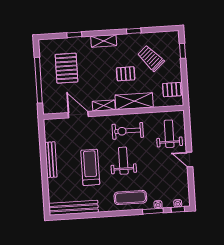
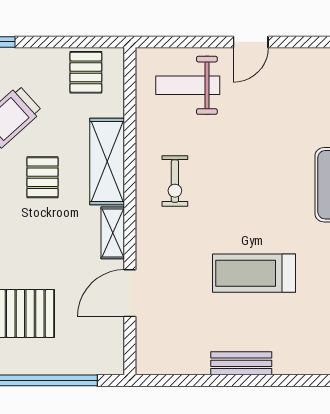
exercise bike: (128, 131) -> (175, 181), width x0.73, depth x0.72
bench: (51, 160) -> (241, 363), width x0.73
weight bench: (123, 161) -> (243, 196), removed

